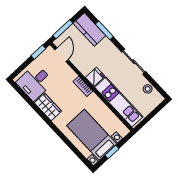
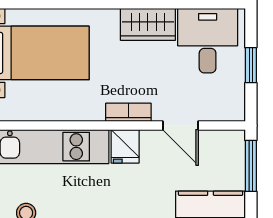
window: (38, 52) -> (251, 65), moved
door: (62, 55) -> (180, 125), moved

